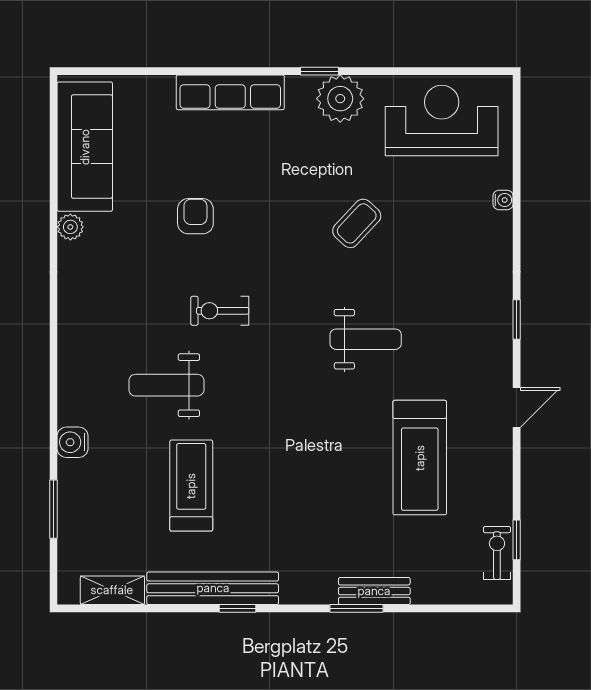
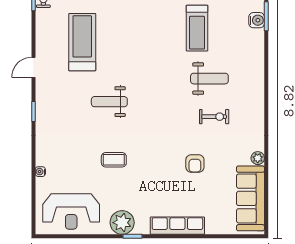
coffee table: (357, 223) -> (114, 160), turned 47
exercise bike: (220, 311) -> (214, 117), moved
water cooler: (73, 442) -> (257, 20), moved

